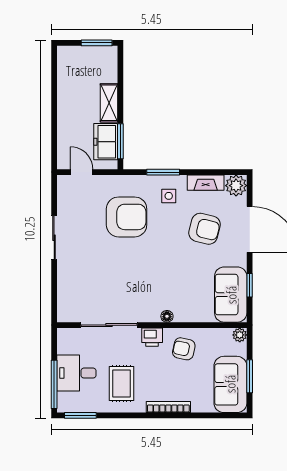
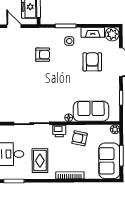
armchair: (127, 217) -> (43, 55), width x0.53, depth x0.53
armchair: (205, 229) -> (92, 62), turned -104
sofa: (231, 295) -> (91, 111), moved, turned 90

